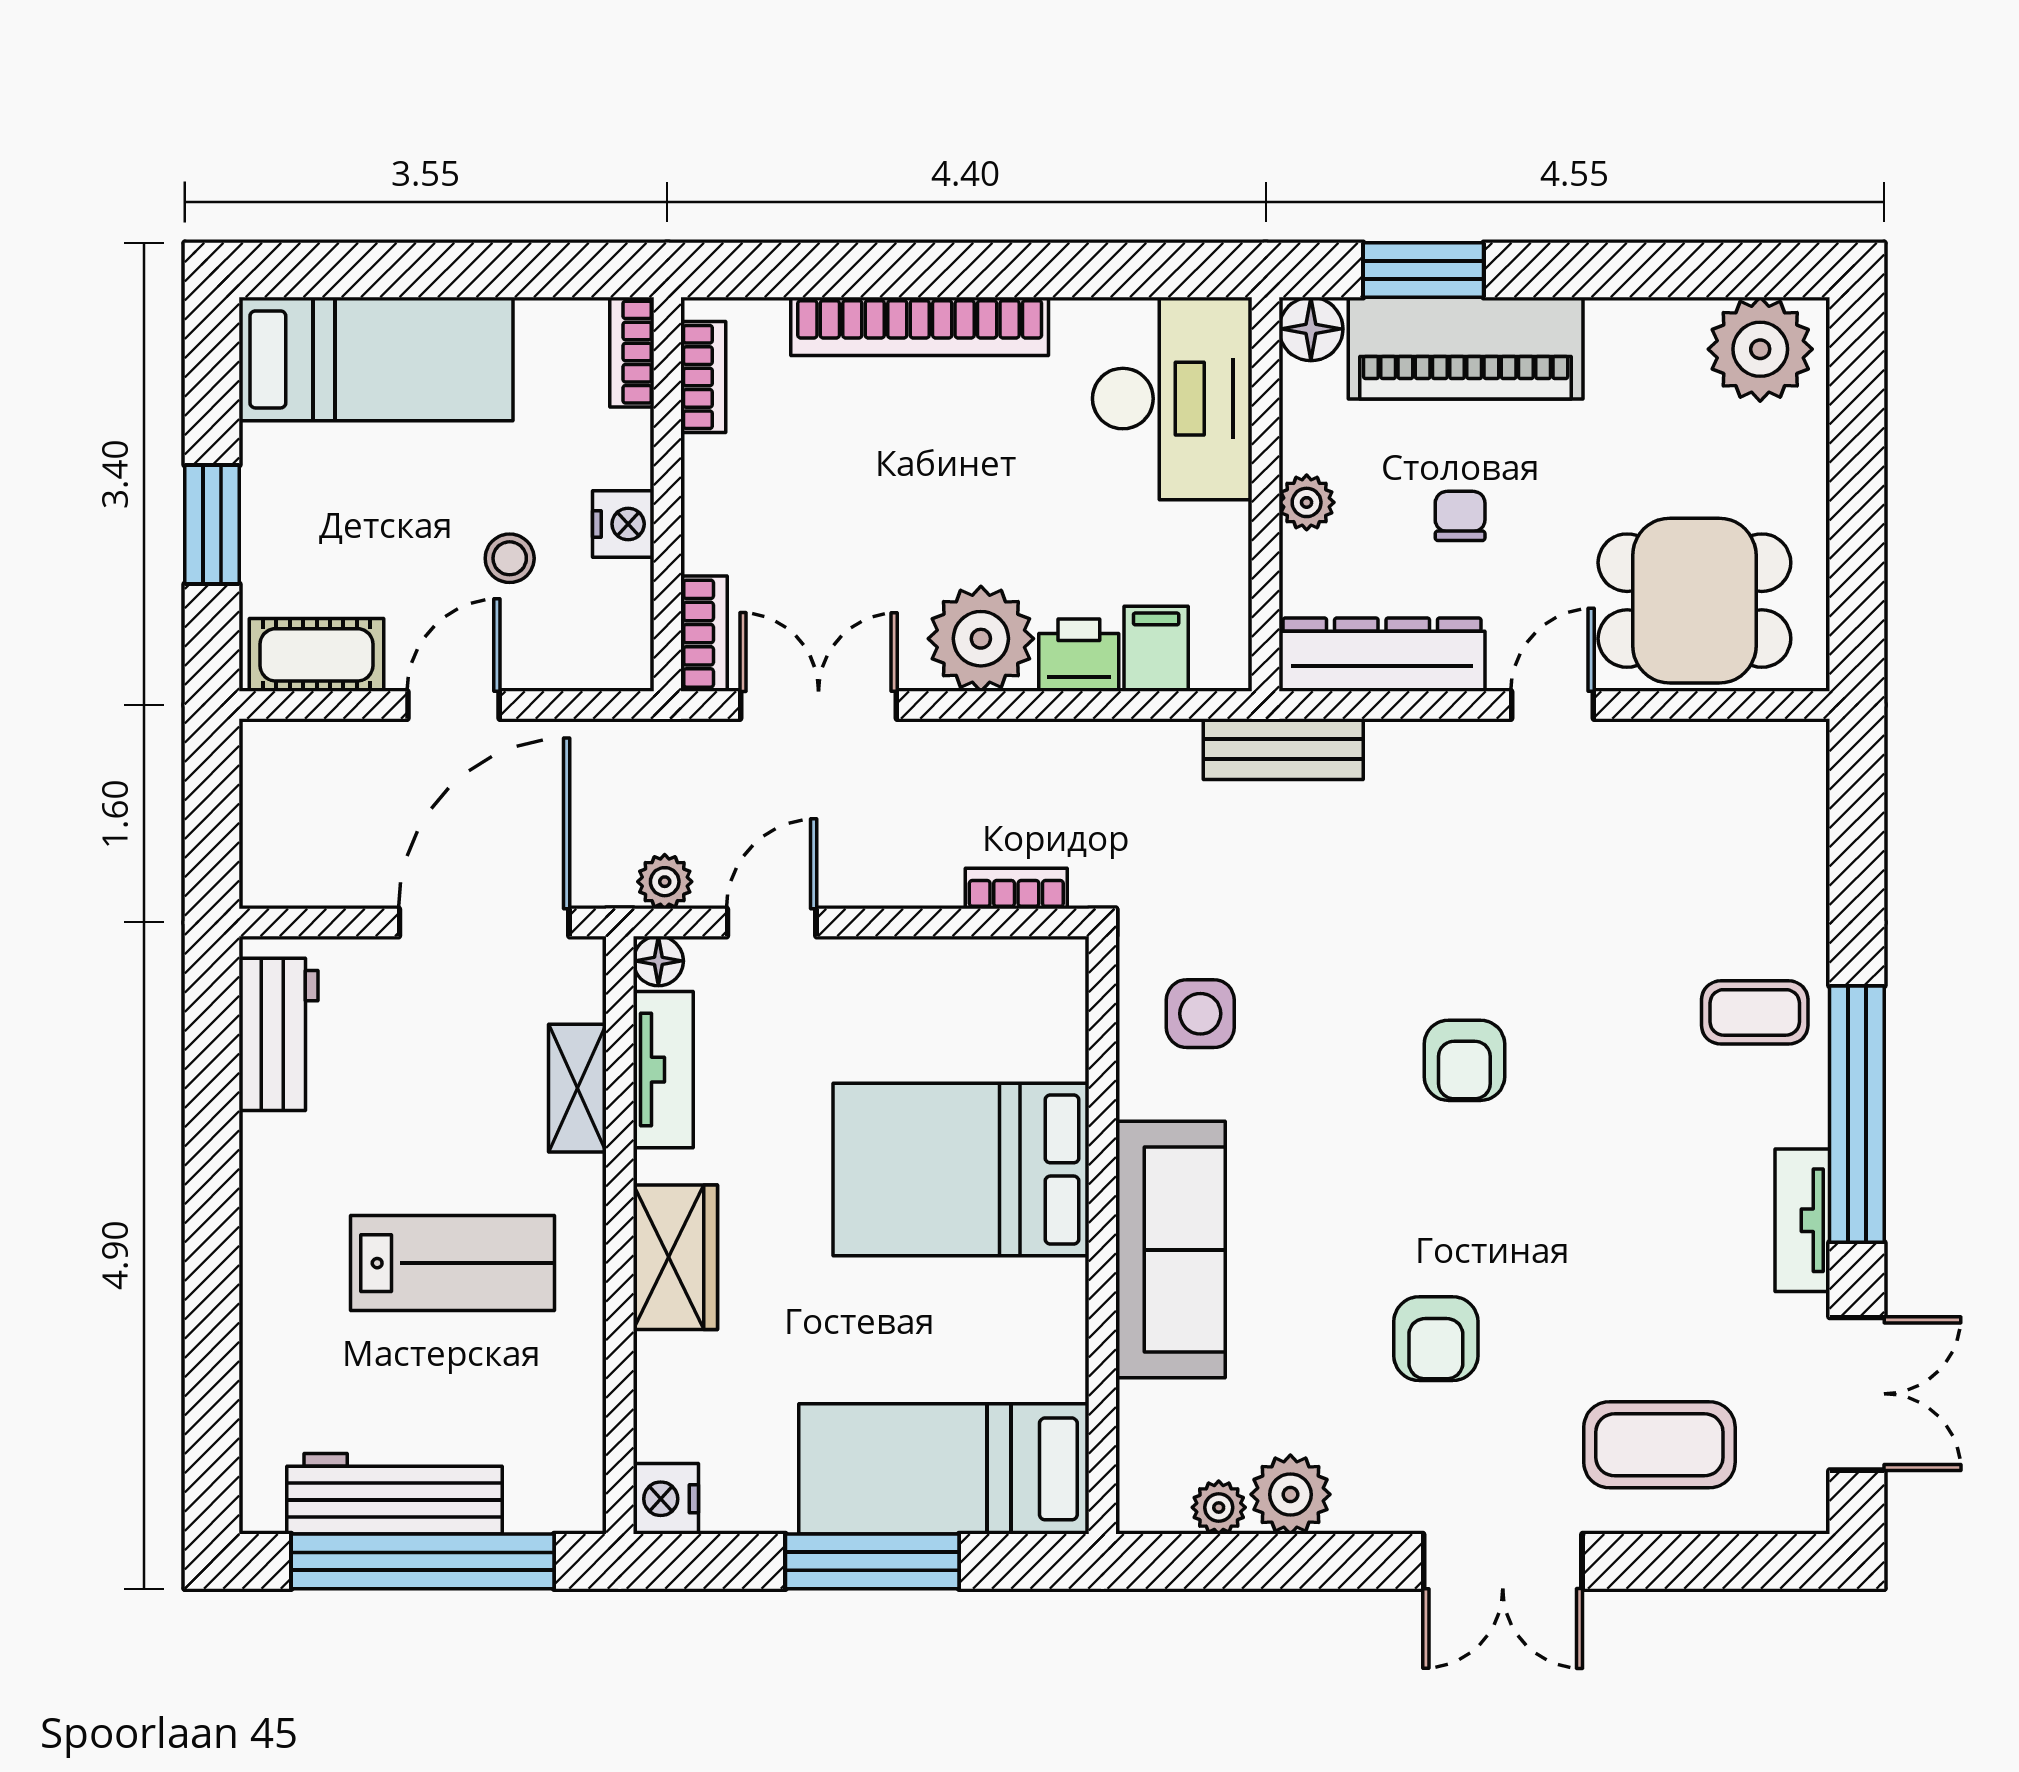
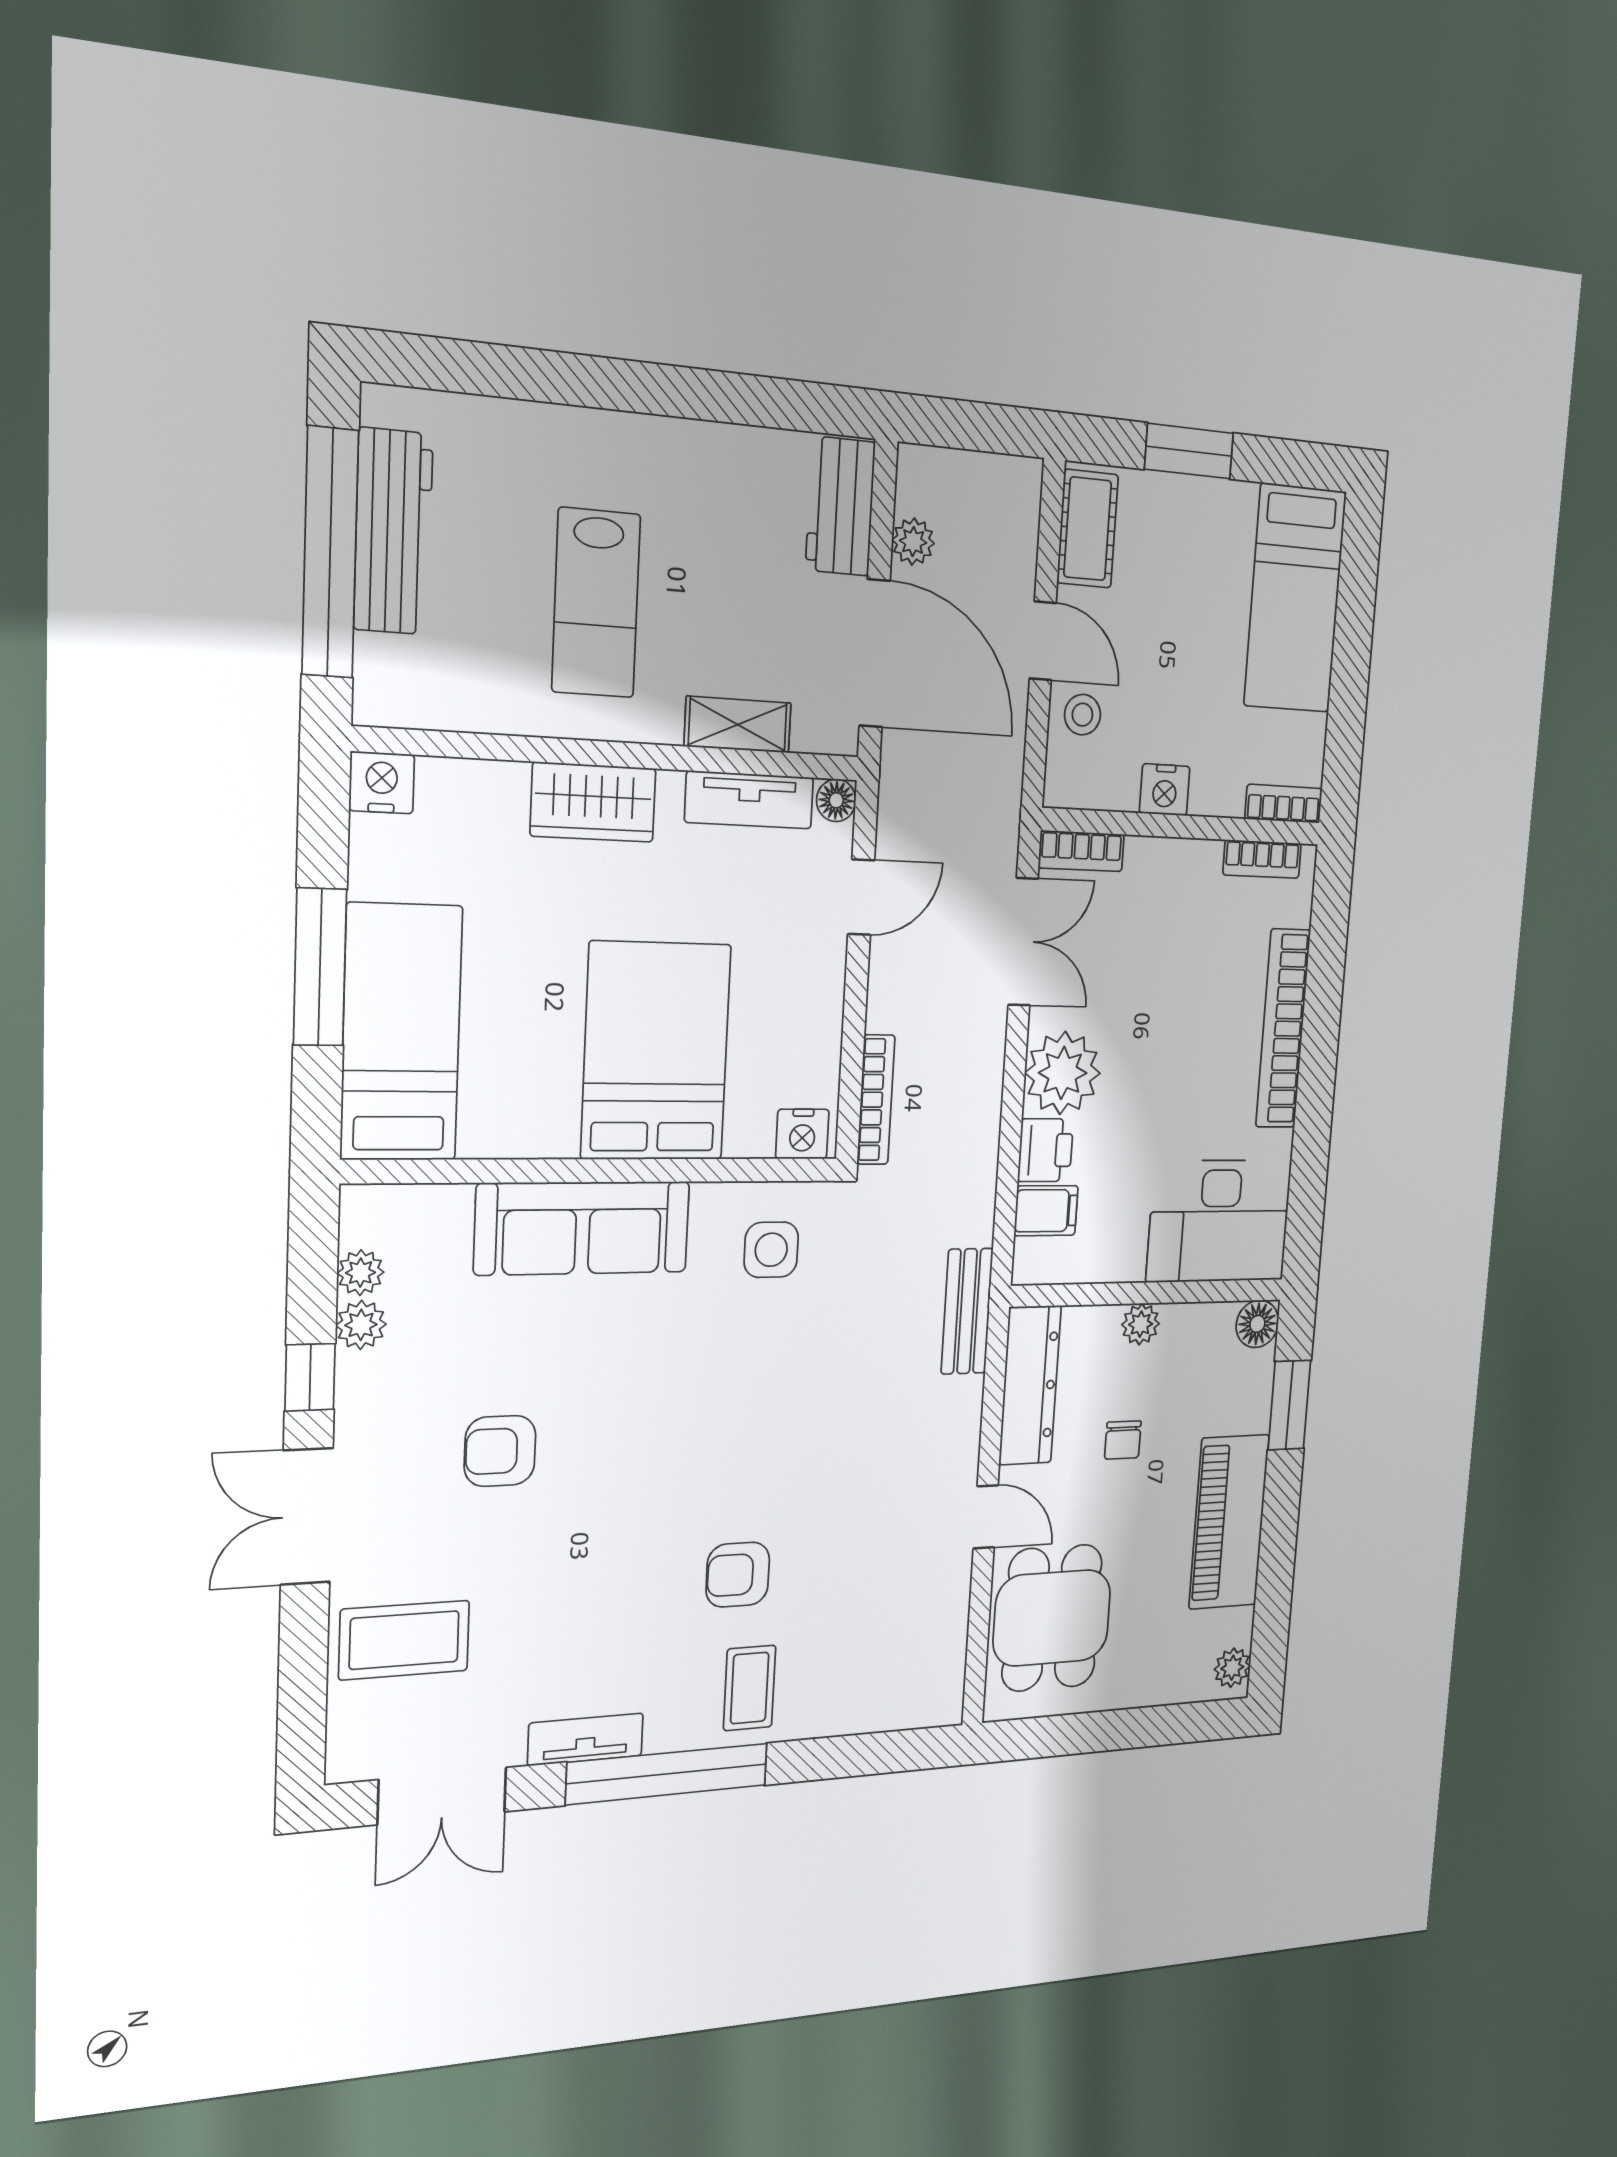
piano: (1466, 348) -> (1229, 1522), moved
plant: (1760, 349) -> (1232, 1668), width x0.53, depth x0.53
chair: (1460, 516) -> (1123, 1440), turned 90
stool: (510, 558) -> (1083, 715), moved
plant: (665, 882) -> (913, 542), moved
bookcase: (1016, 888) -> (876, 1100), width x1.56
door: (772, 922) -> (861, 897), hinge flipped
nightstand: (1059, 981) -> (802, 1134), added
workbench: (279, 1034) -> (840, 506), moved, turned 90
armchair: (1464, 1060) -> (738, 1575), moved
coffee table: (1659, 1445) -> (404, 1640), turned 90
plant: (1290, 1494) -> (361, 1325), width x0.73, depth x0.73
window: (1339, 1561) -> (310, 1377), added

